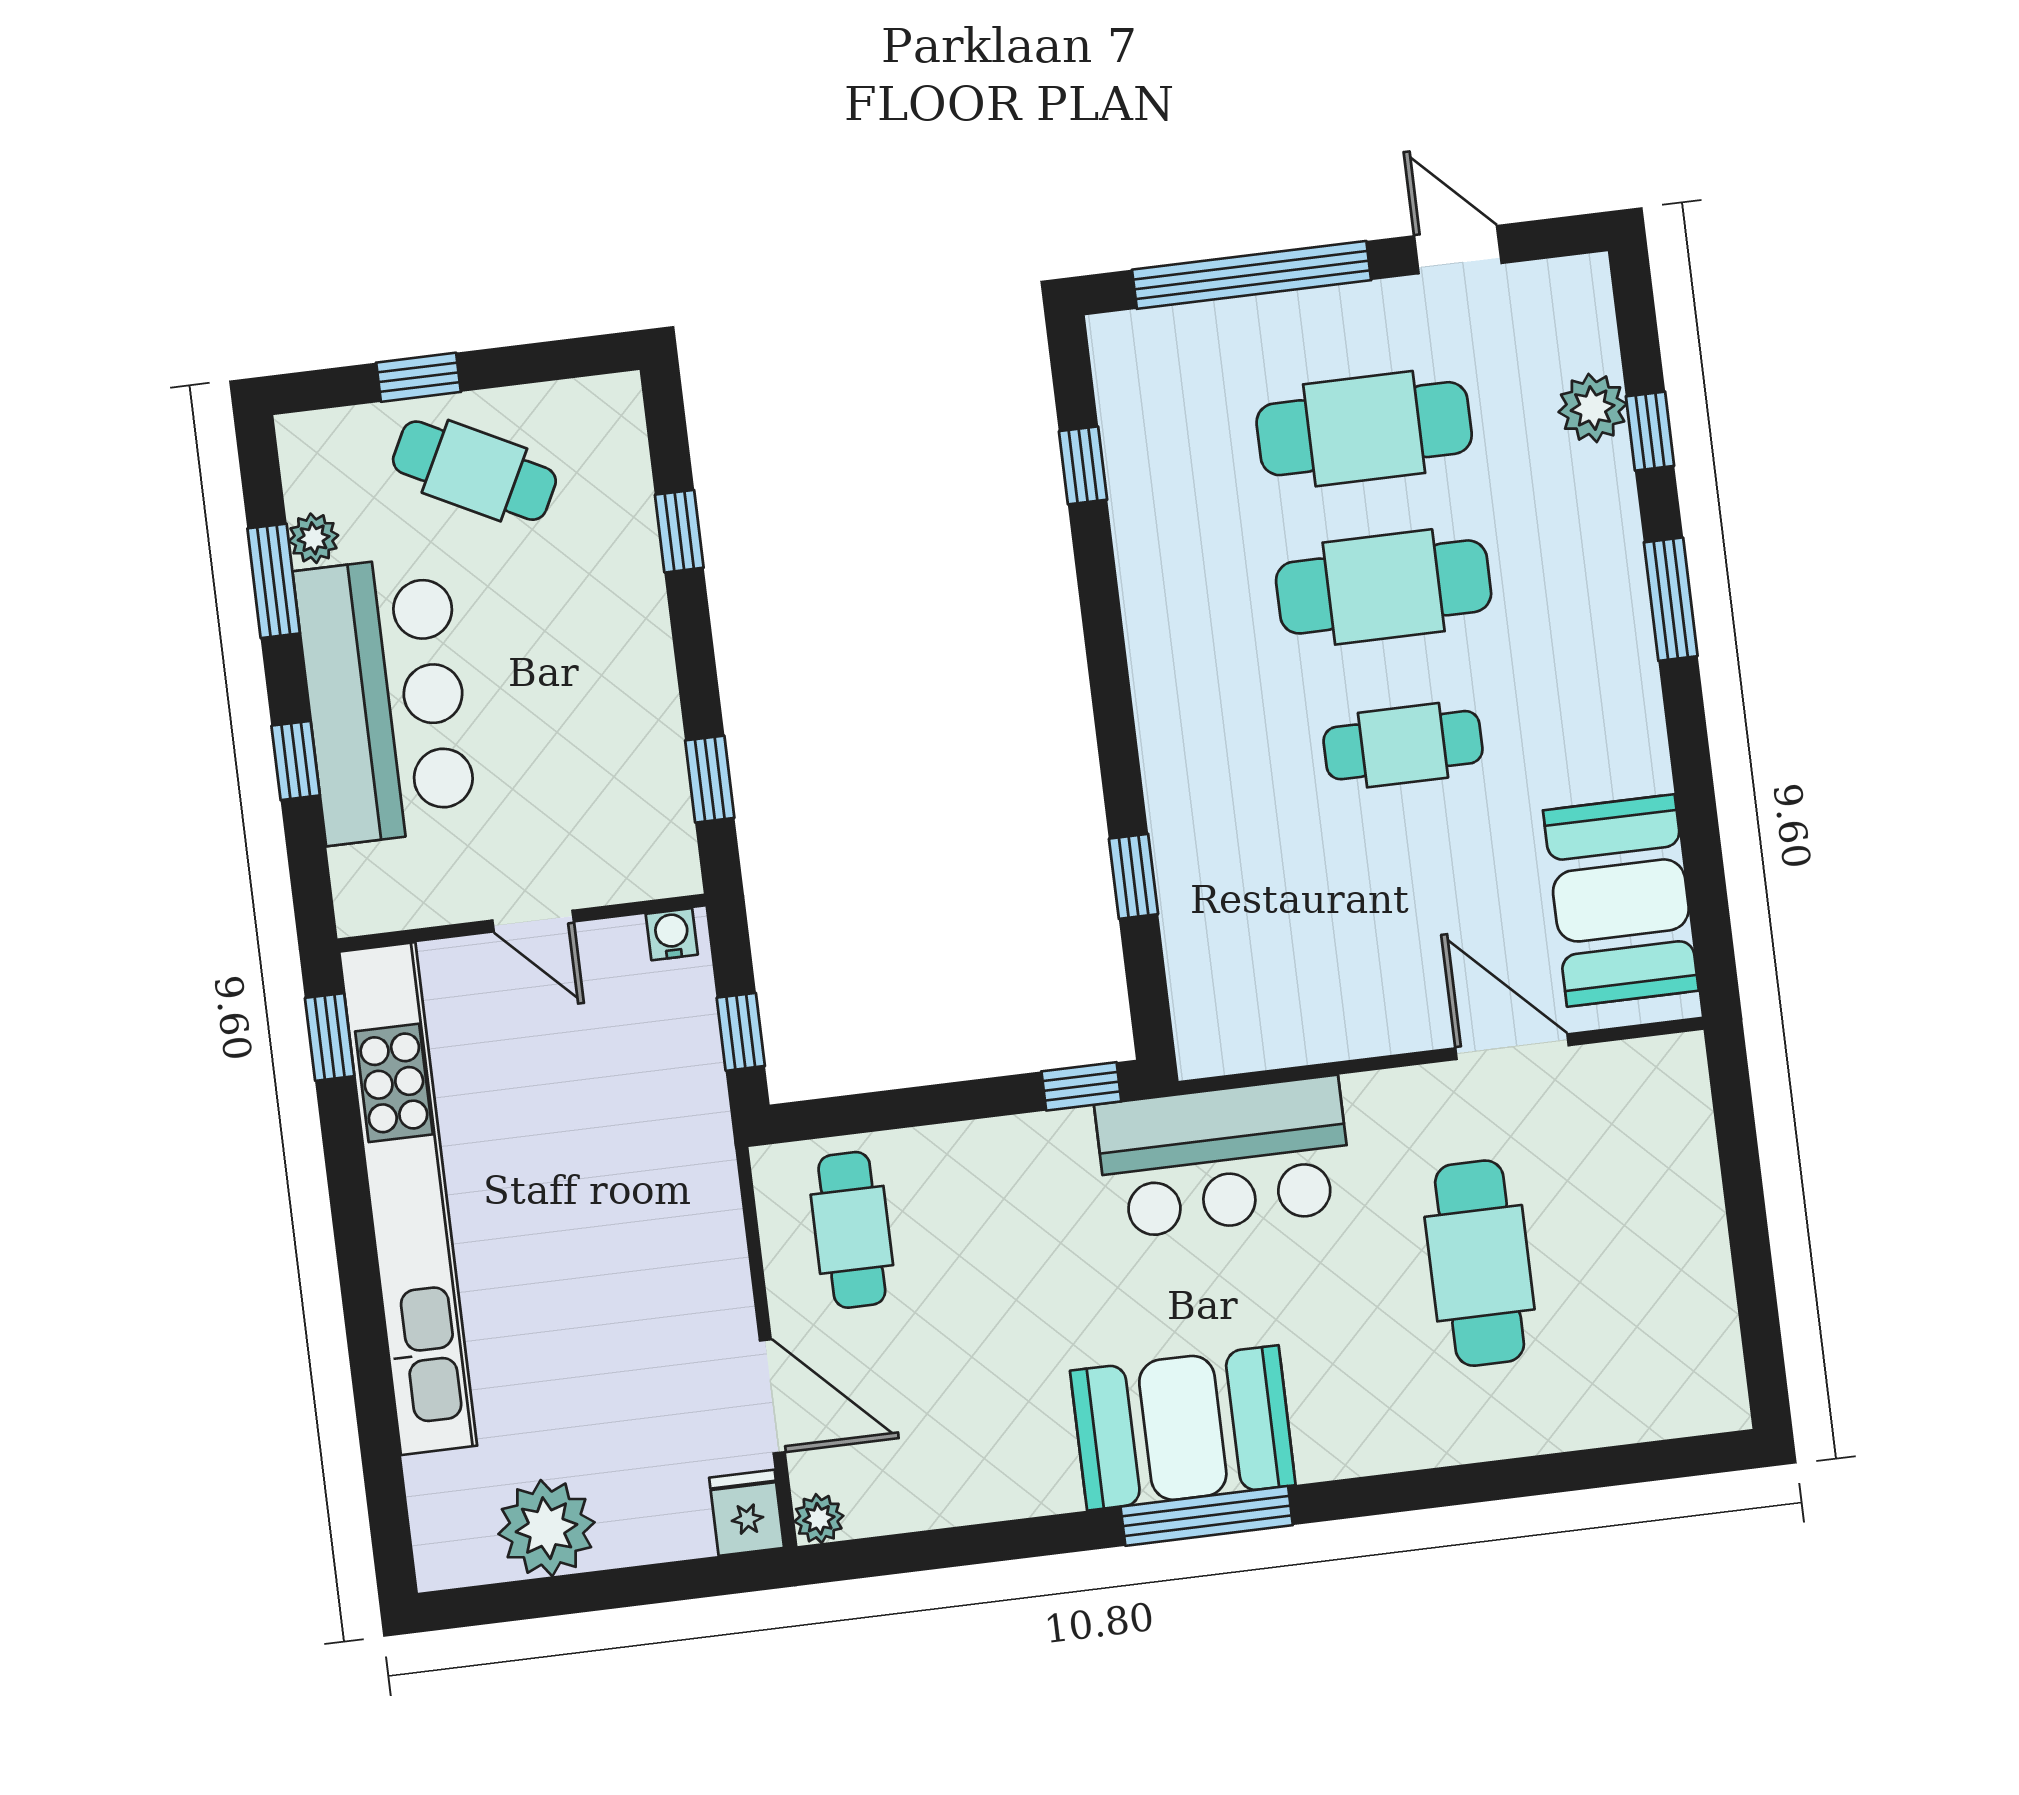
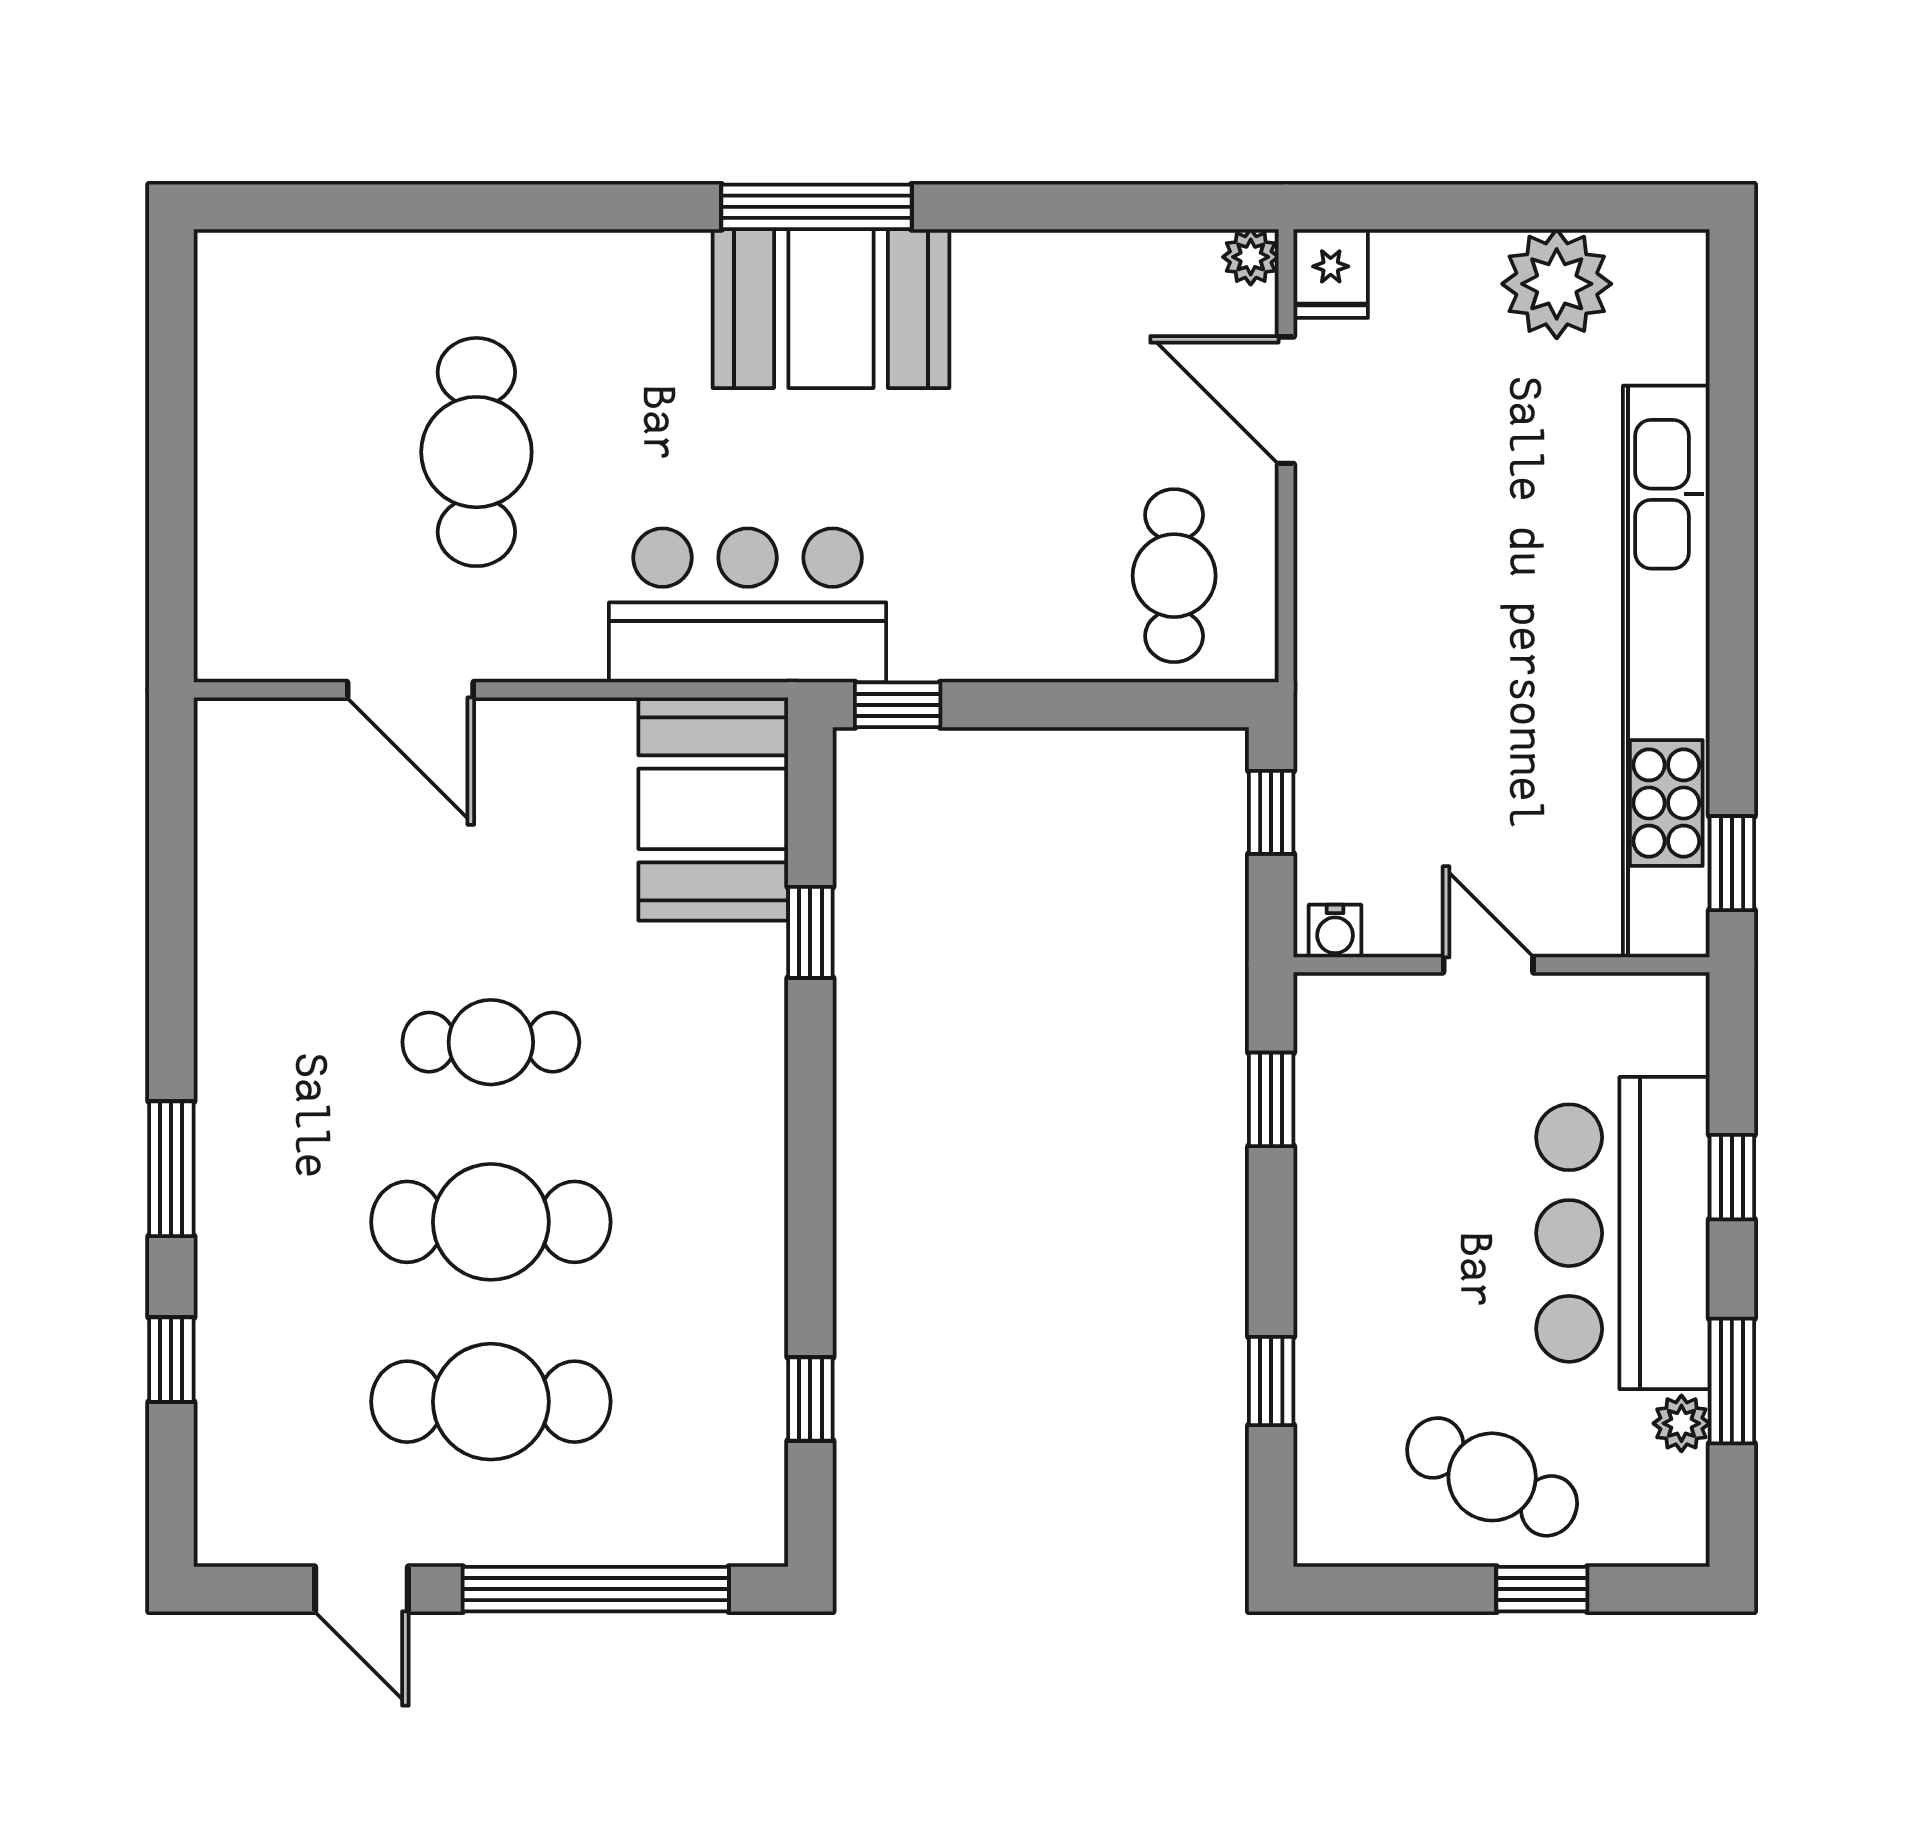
plant: (1593, 408) -> (232, 1393), removed
booth: (1621, 900) -> (713, 809), moved

